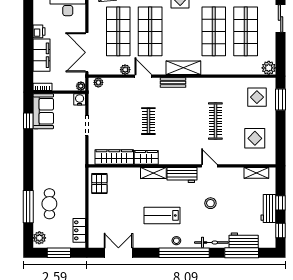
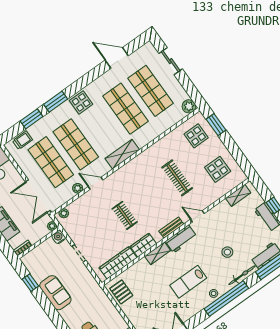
bench: (173, 83) -> (171, 228), moved
sofa: (43, 111) -> (55, 293), moved
stool: (210, 203) -> (227, 252), moved

